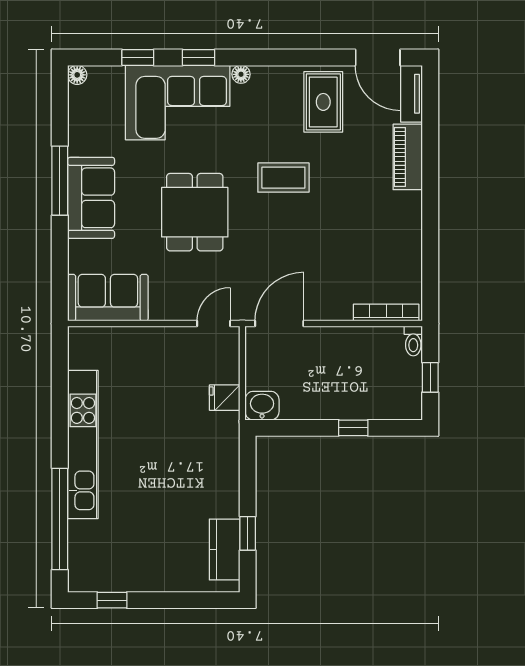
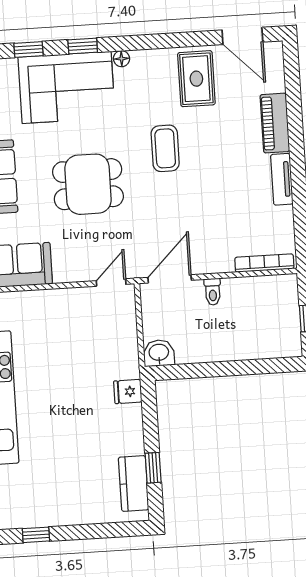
tv unit: (412, 94) -> (282, 179), moved
coffee table: (283, 178) -> (165, 148), turned 90
dining table: (195, 212) -> (88, 184), turned 90
toilet: (413, 341) -> (213, 292), moved
fridge: (225, 398) -> (128, 392), moved
window: (353, 428) -> (241, 368), removed

